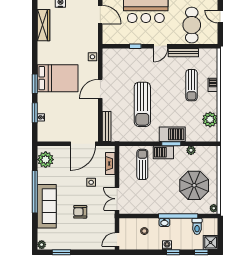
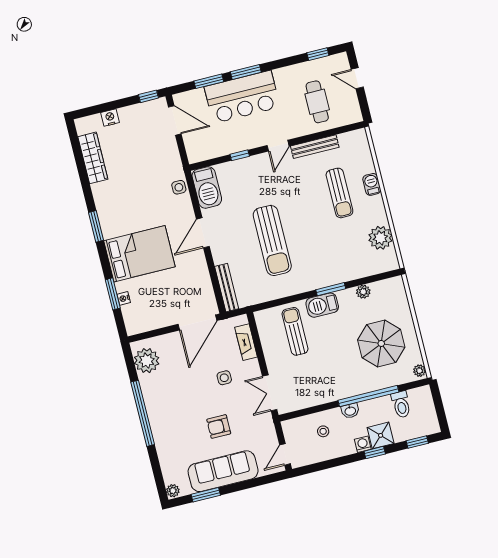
cafe table: (192, 25) -> (317, 102), width x0.73, depth x0.74
bed: (58, 78) -> (139, 254), moved
window: (35, 84) -> (96, 226), moved
barbecue: (172, 134) -> (207, 188), moved, turned 90
sofa: (47, 206) -> (223, 471), moved, turned -90
shower: (211, 242) -> (381, 435), moved

